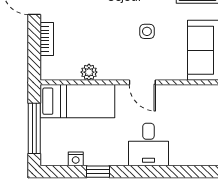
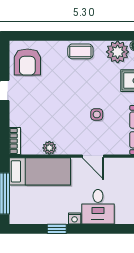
bookcase: (47, 39) -> (15, 141), moved
nightstand: (76, 159) -> (75, 218), moved

